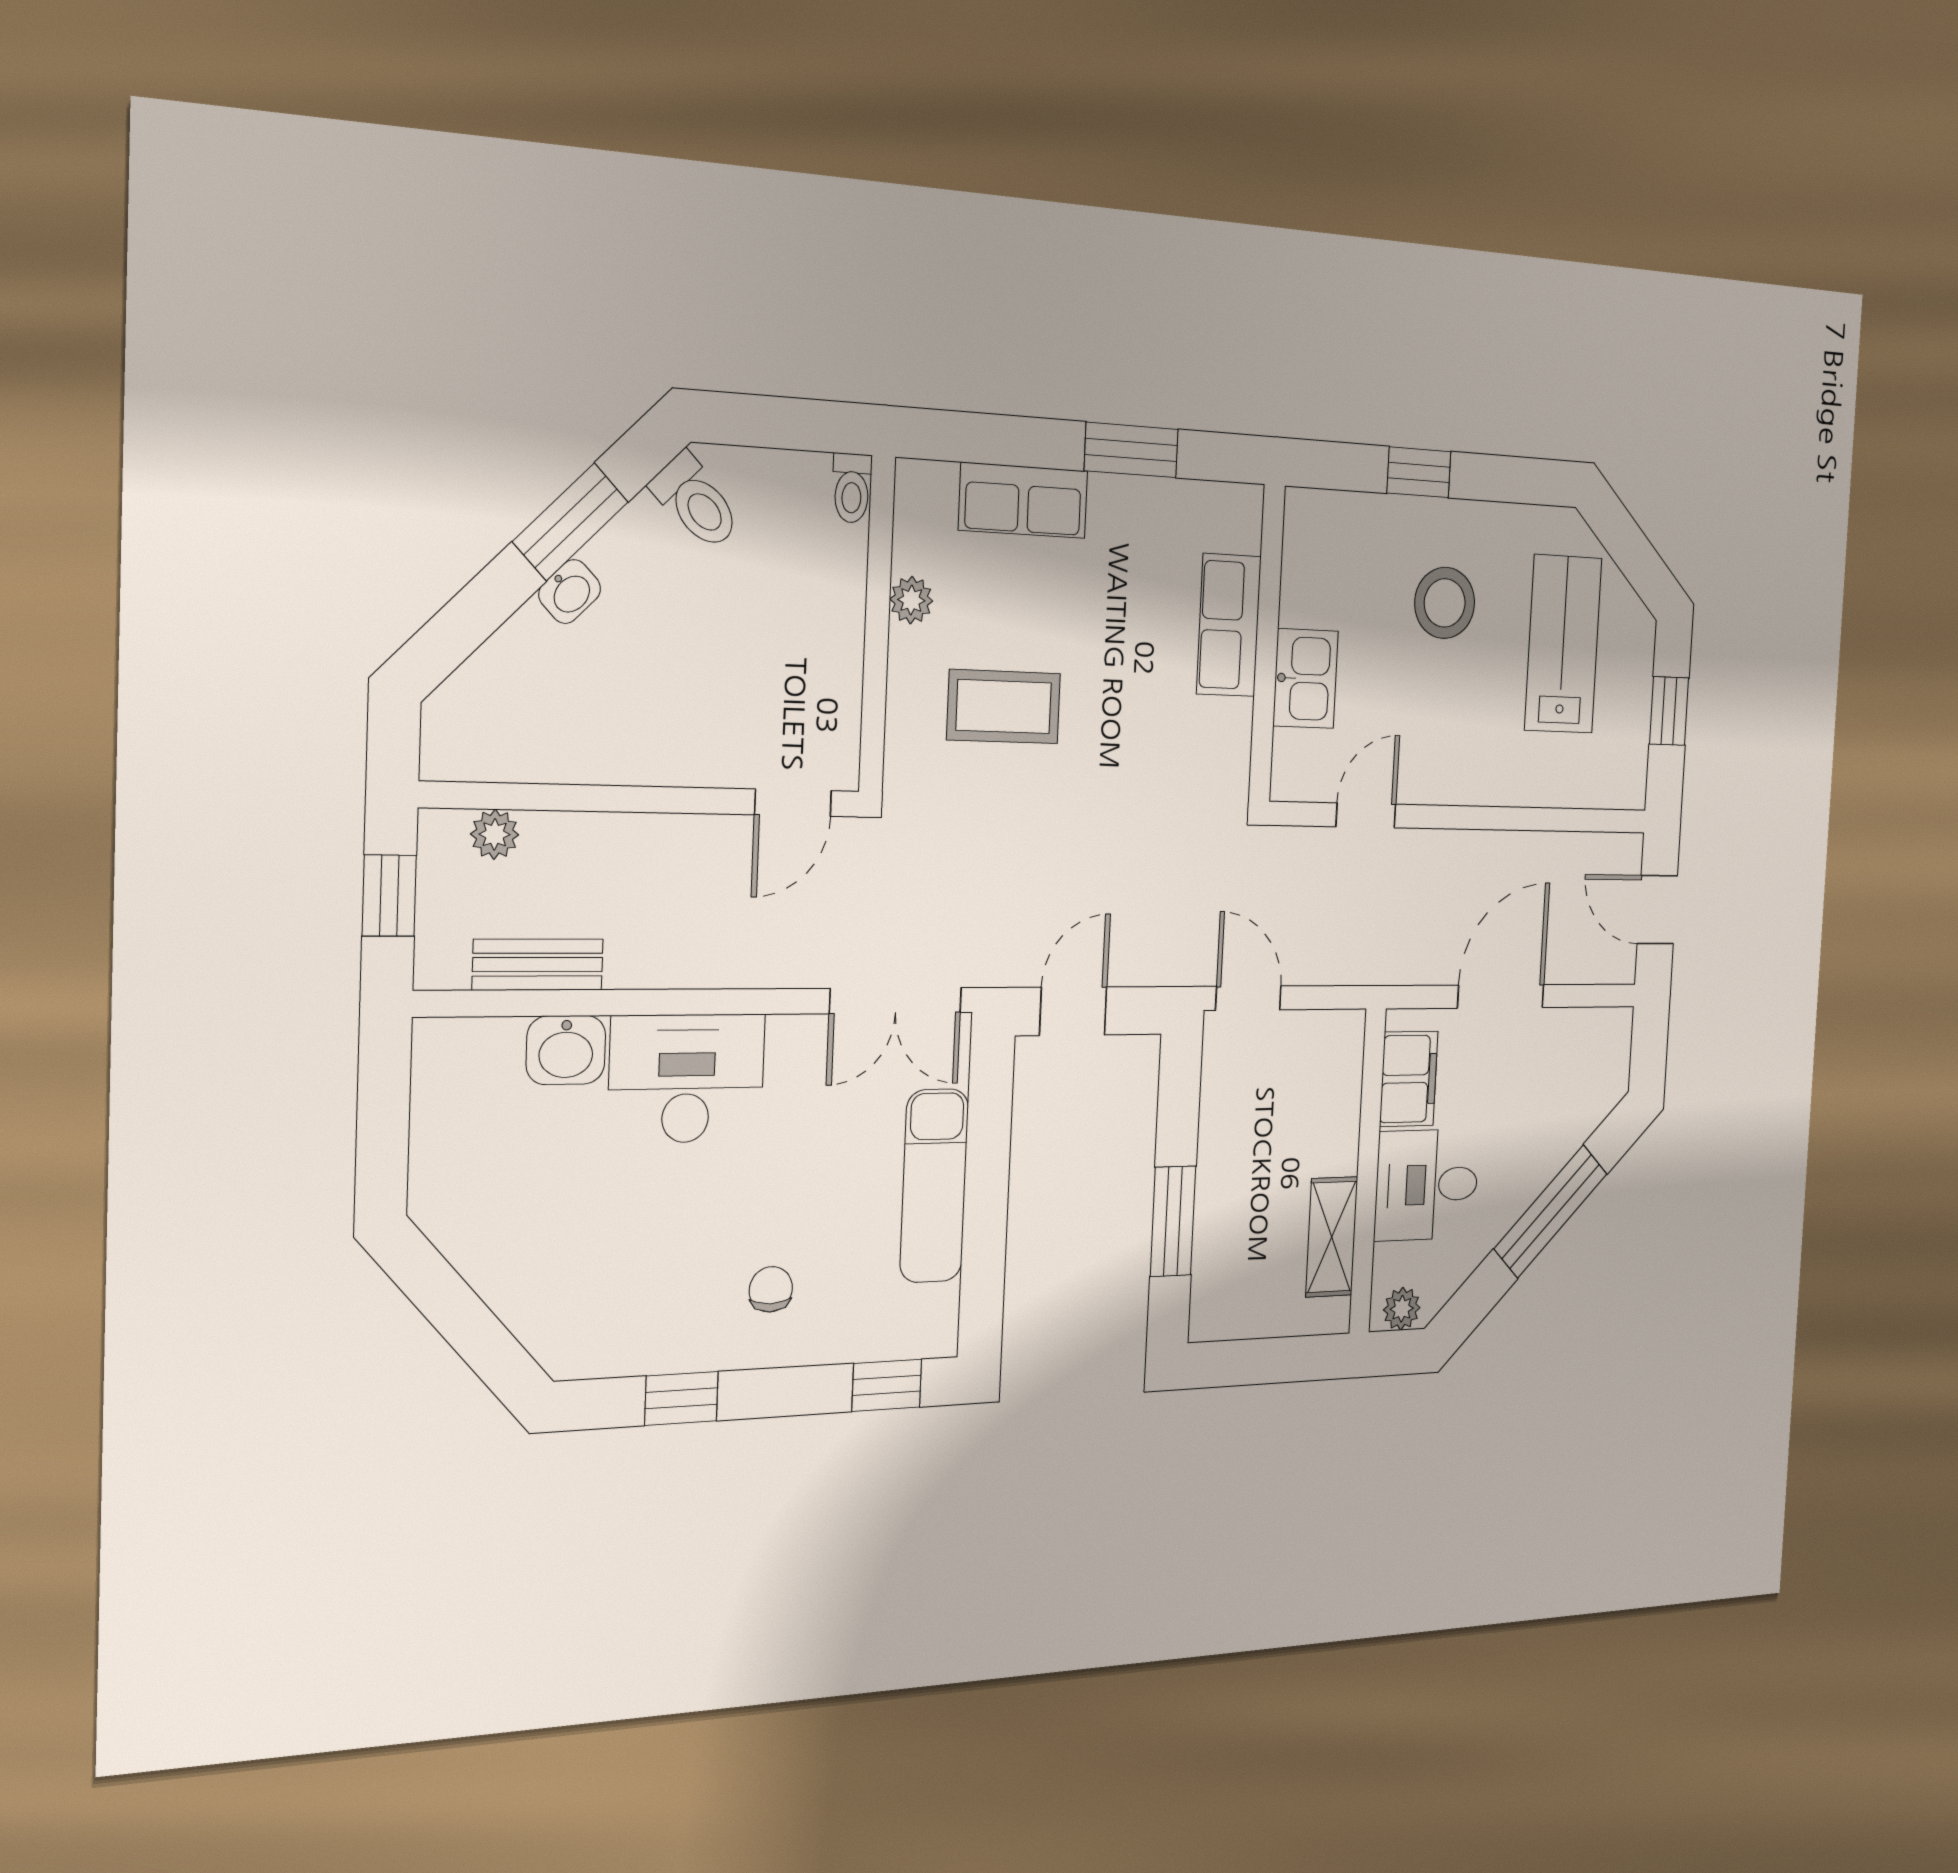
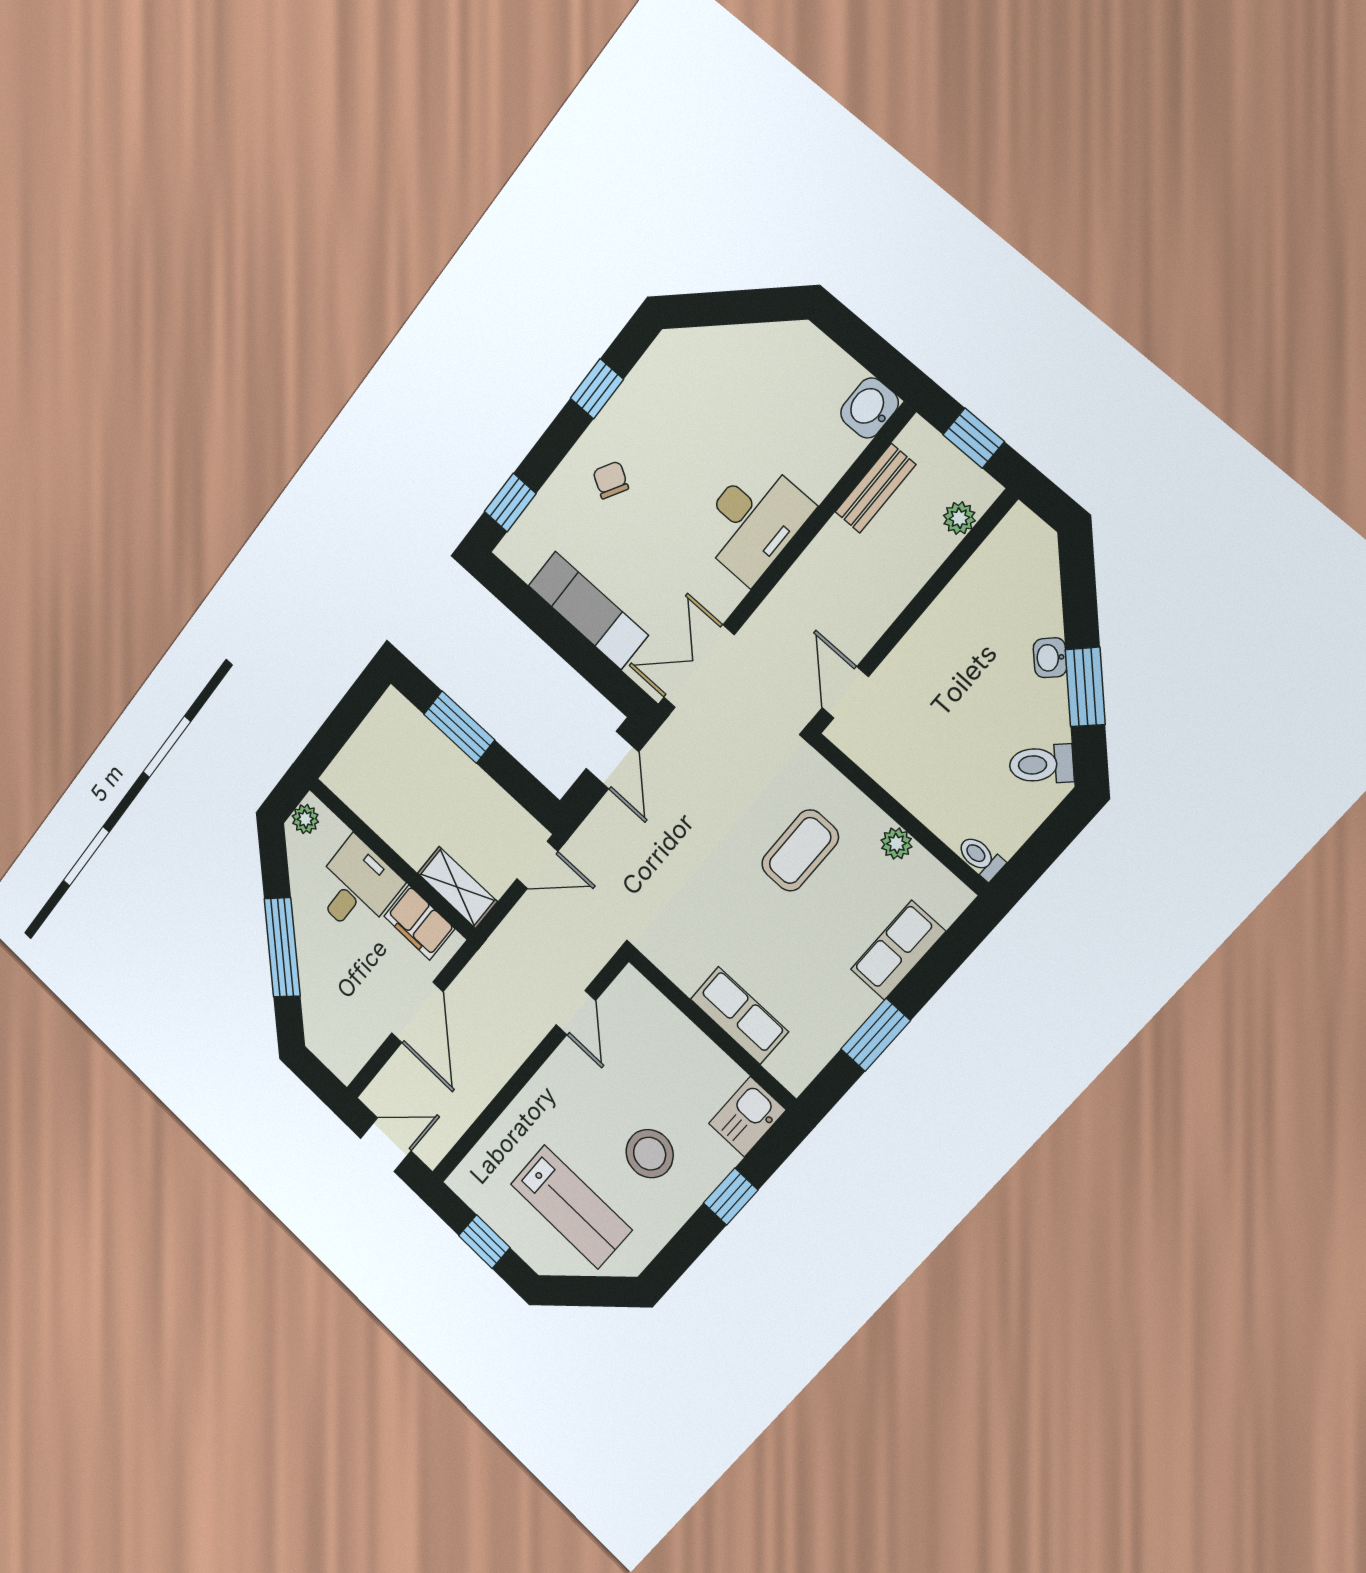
kitchen sink: (1306, 679) -> (747, 1117), moved, turned 90
washbasin: (566, 1050) -> (870, 408), moved
shelving: (1332, 1237) -> (457, 887), moved
chair: (771, 1289) -> (611, 480), turned -150

